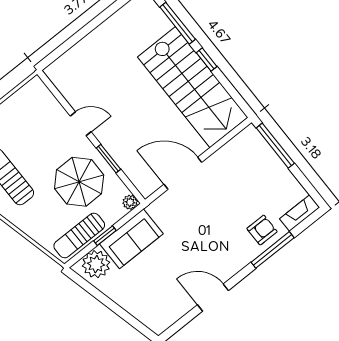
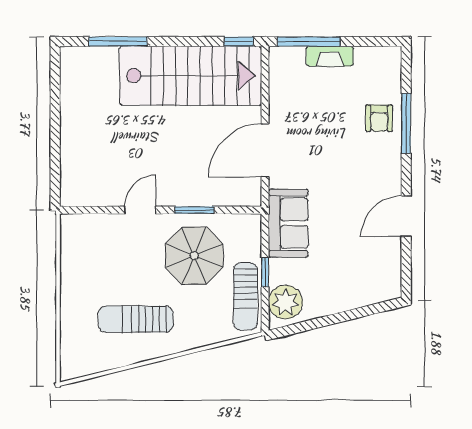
window: (207, 60) -> (239, 41), moved
plant: (130, 202) -> (252, 223), removed
fireplace: (300, 213) -> (330, 56), moved, turned -90
armchair: (262, 230) -> (379, 118), turned 180
sofa: (131, 239) -> (288, 223), moved

